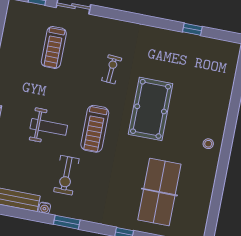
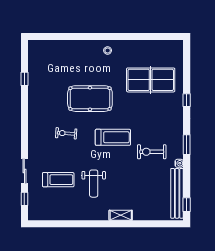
weight bench: (49, 127) -> (94, 184), moved, turned 180
exercise bike: (66, 175) -> (152, 152), turned 180

